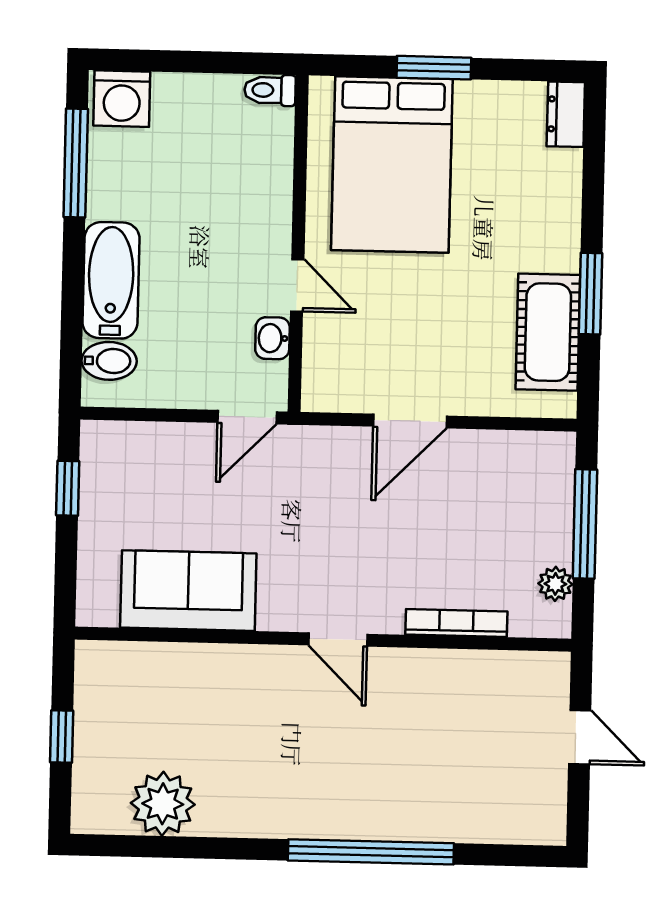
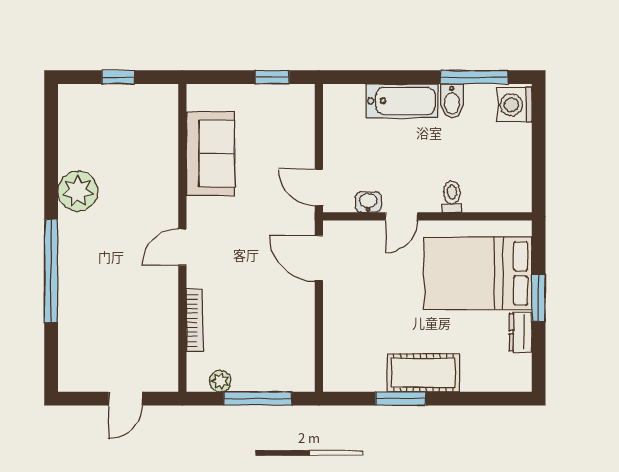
toilet: (270, 90) -> (452, 197), moved
dresser: (566, 114) -> (521, 332), moved, turned -90
cot: (548, 332) -> (423, 373), moved
bidet: (109, 361) -> (452, 101), moved
door: (410, 421) -> (319, 258), moved
plant: (163, 804) -> (78, 191), moved

